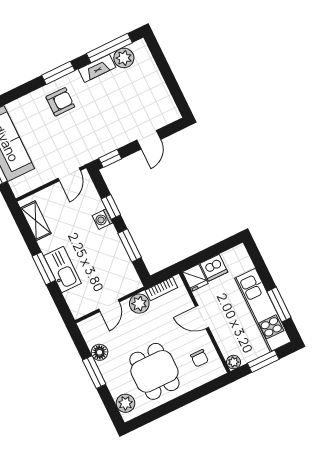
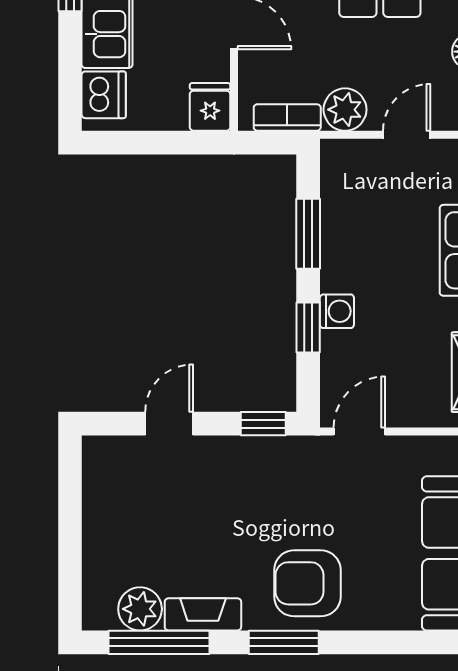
armchair: (60, 102) -> (307, 583), width x1.38, depth x1.38
dishwasher: (214, 268) -> (104, 95), moved, turned 90

